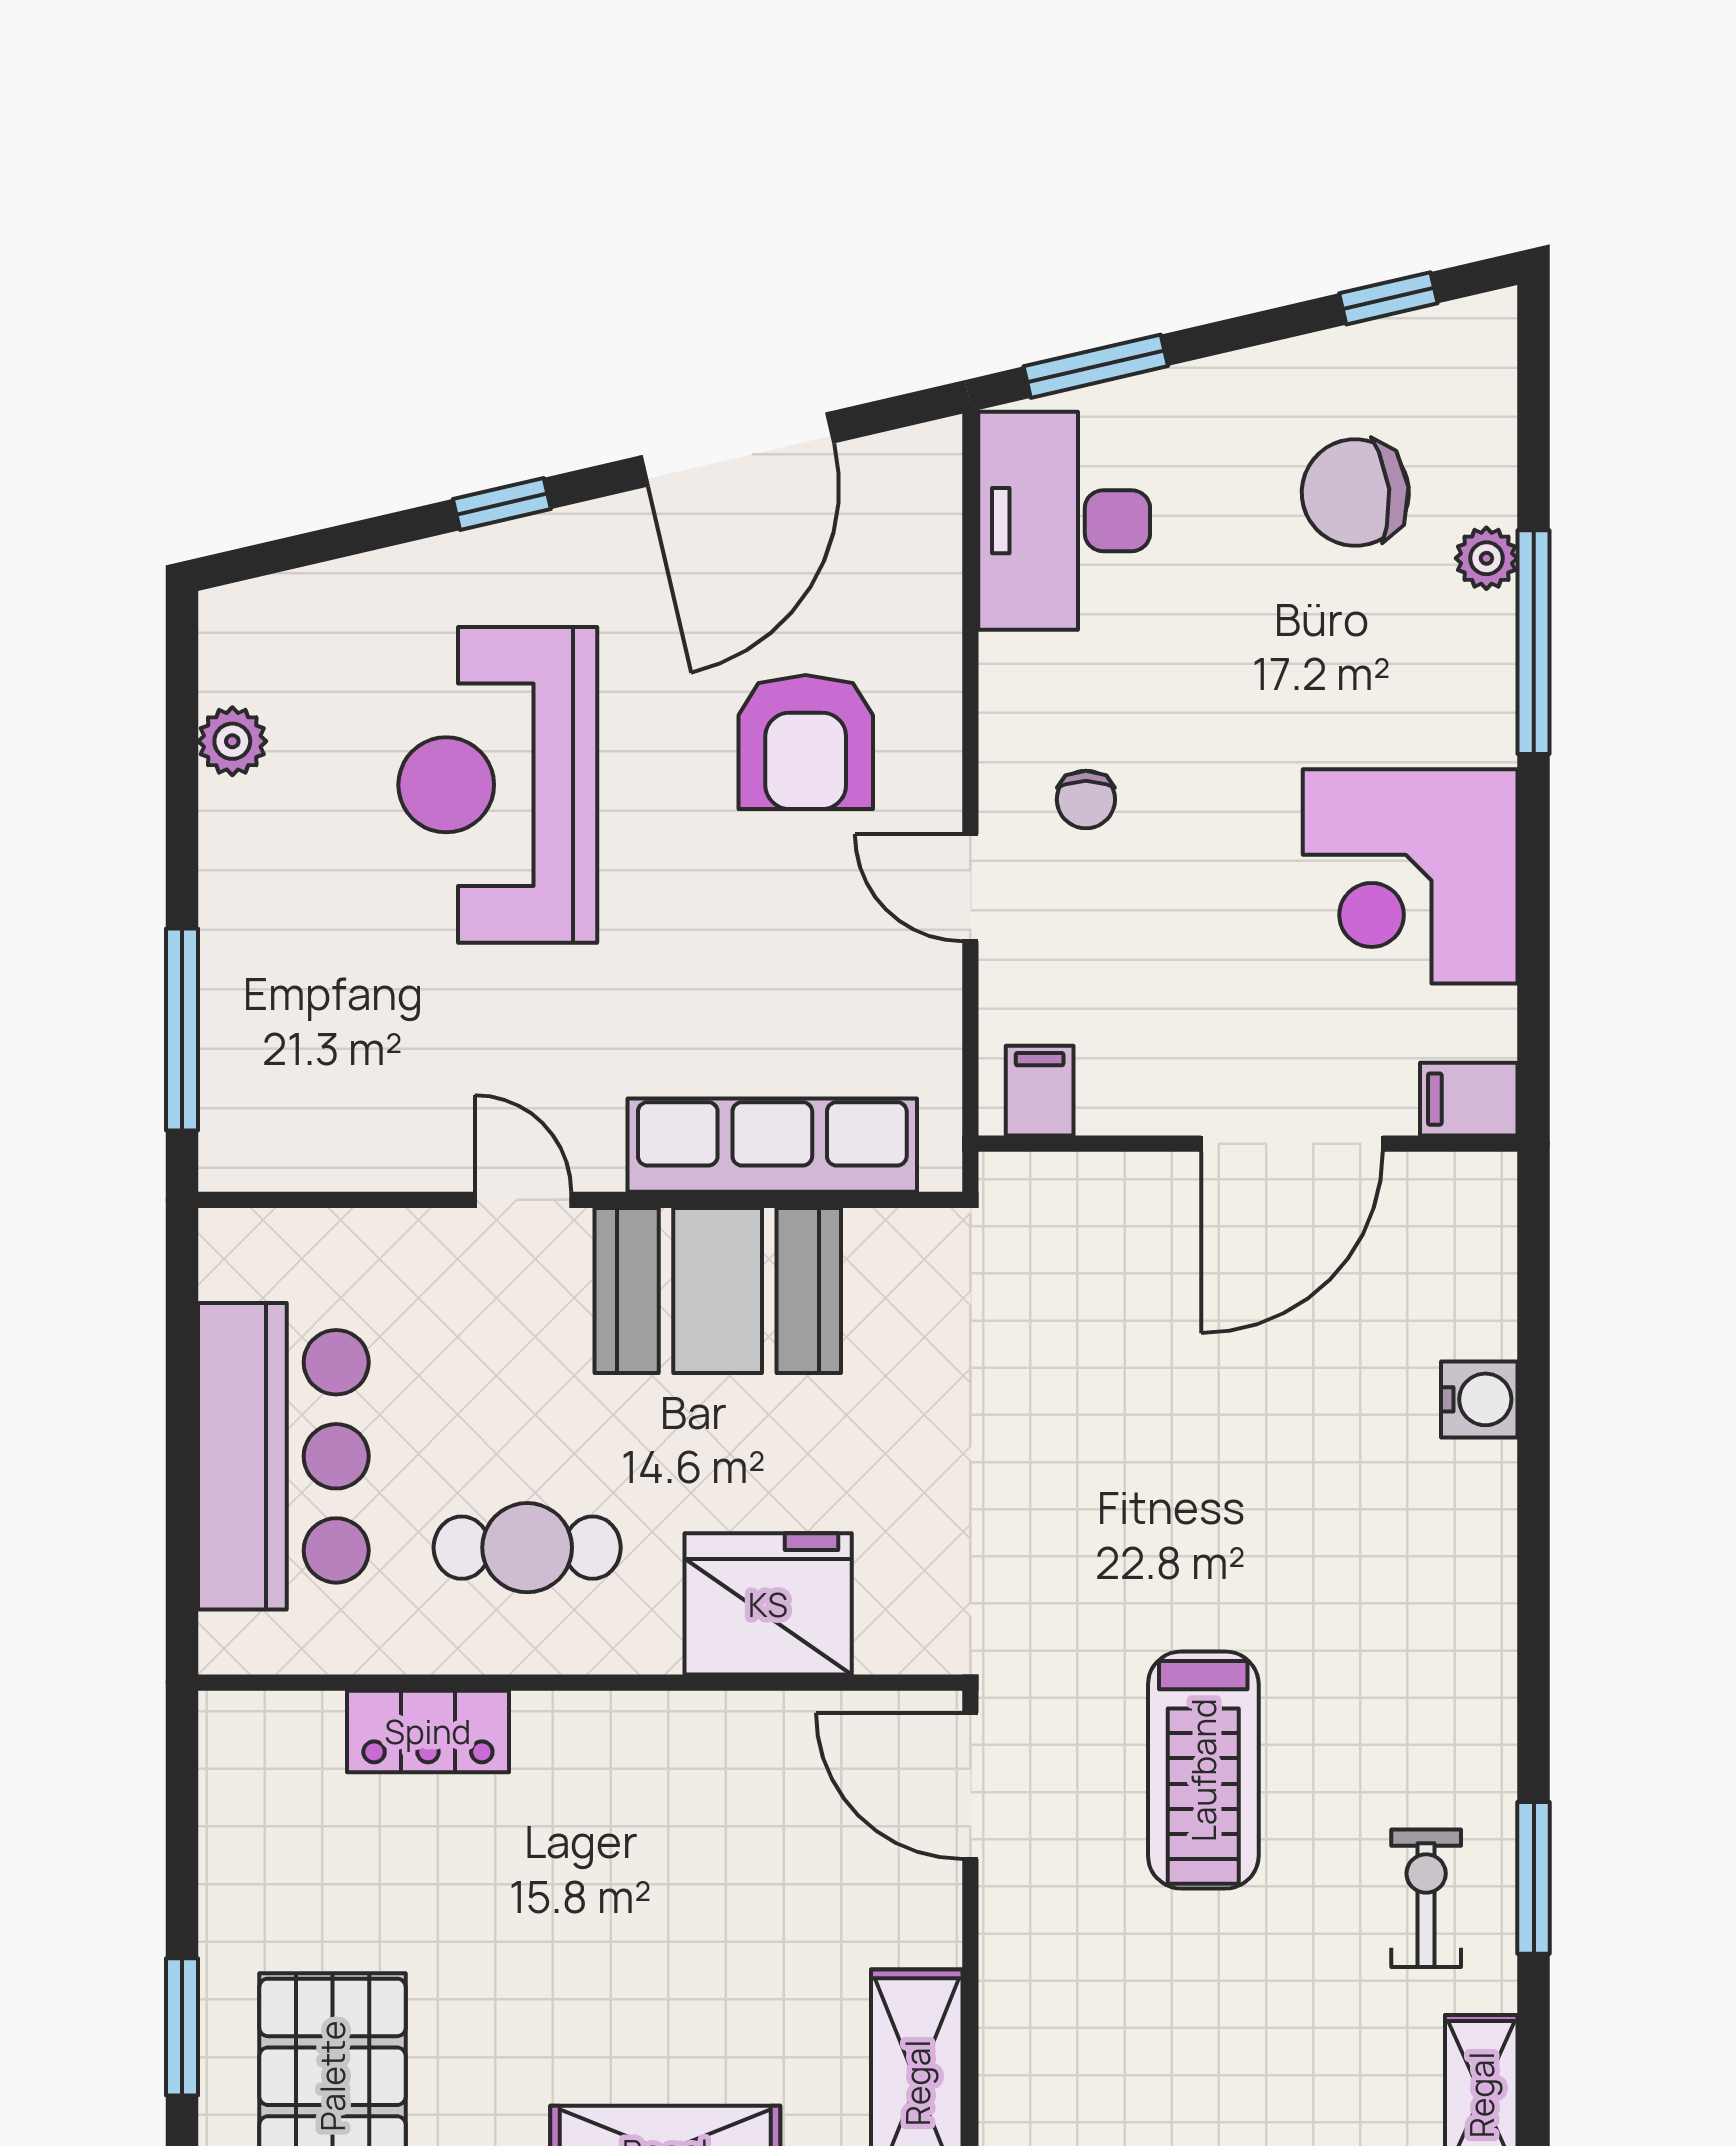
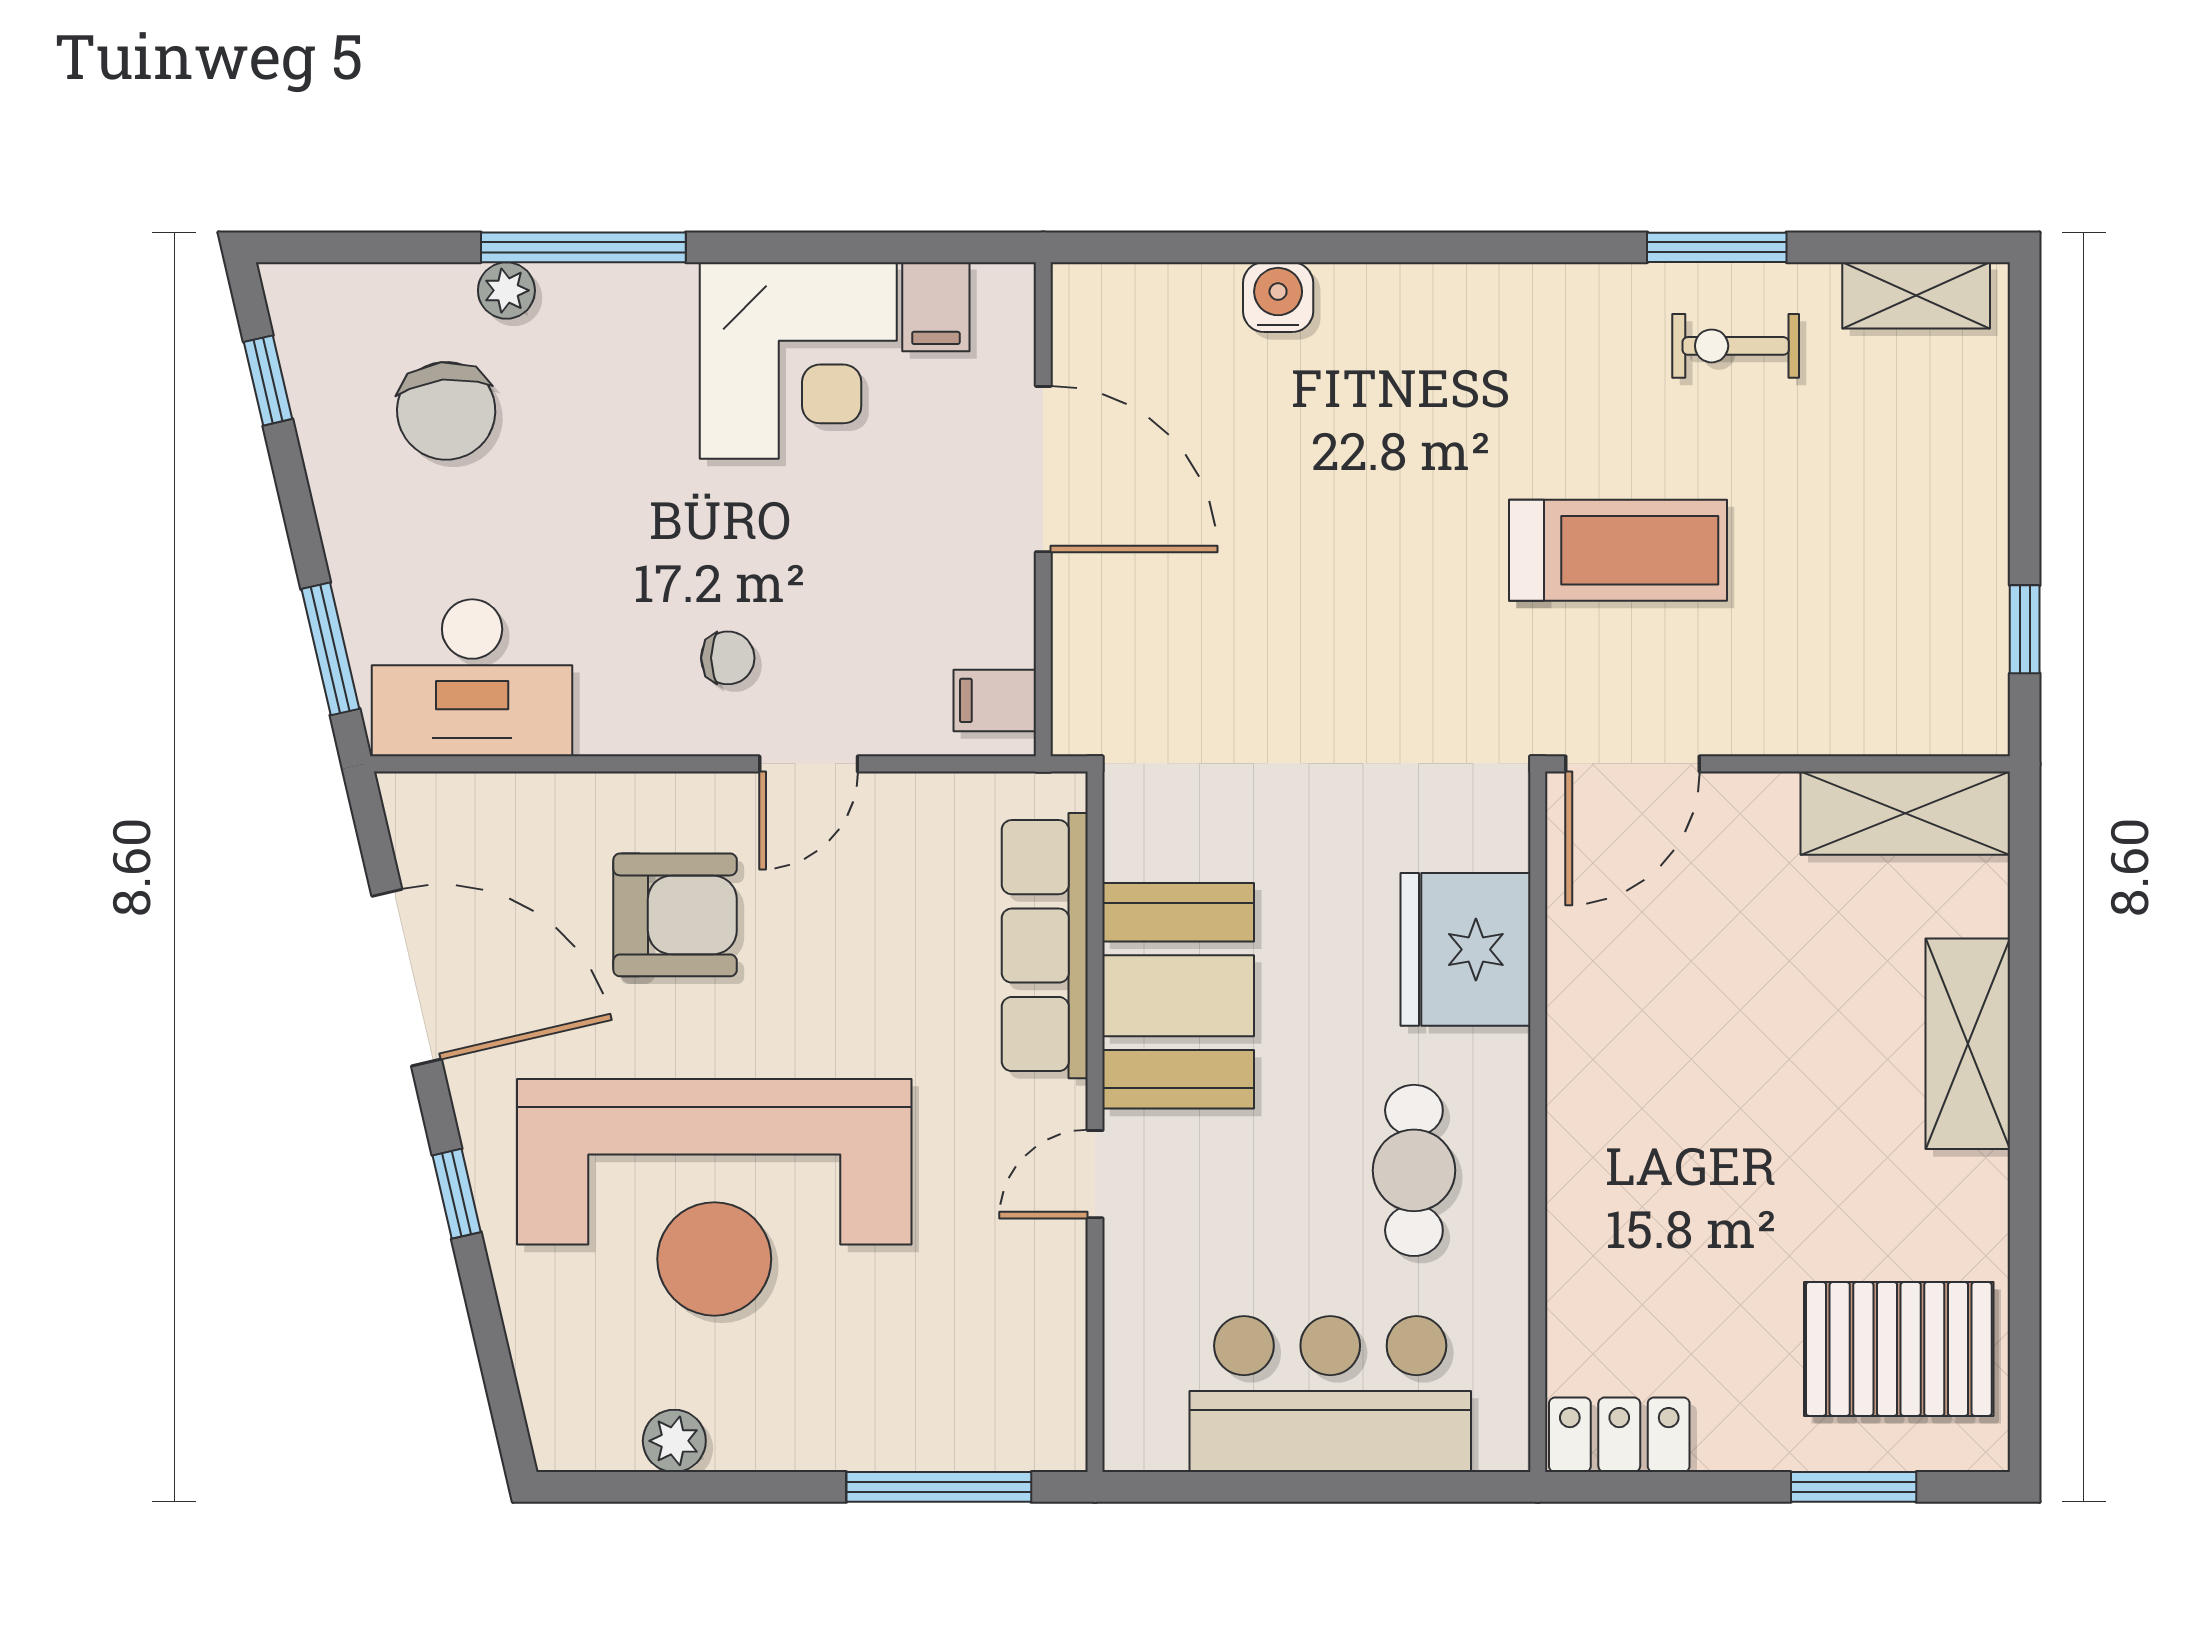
reception desk: (498, 785) -> (714, 1197), width x1.36, depth x1.30
filing cabinet: (1469, 1099) -> (936, 307), moved
locker: (428, 1731) -> (1619, 1435), moved, turned -90

